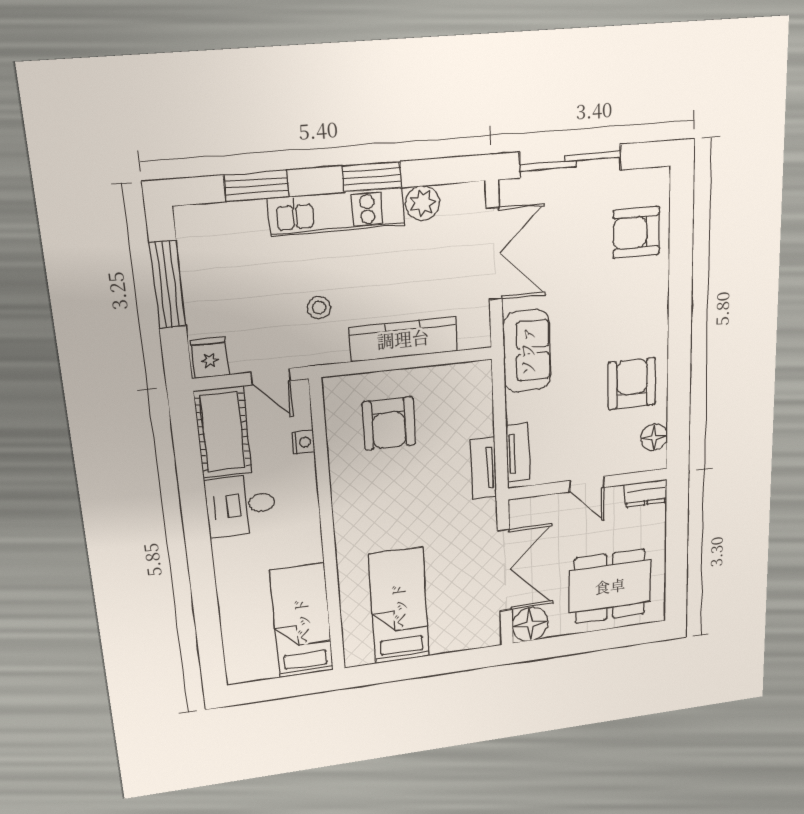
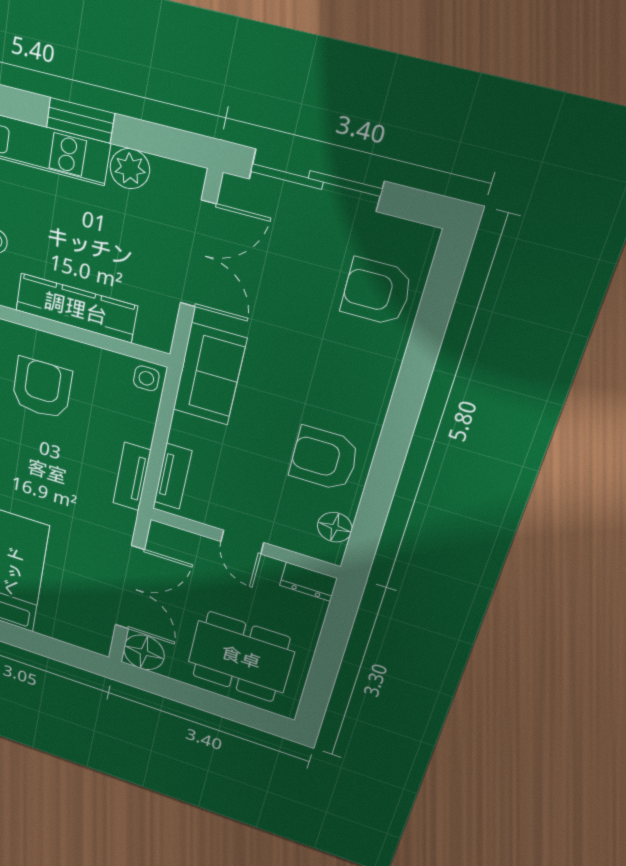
side table: (476, 376) -> (146, 378), added
armchair: (632, 384) -> (324, 459), turned -90
armchair: (389, 423) -> (42, 388), turned 180

